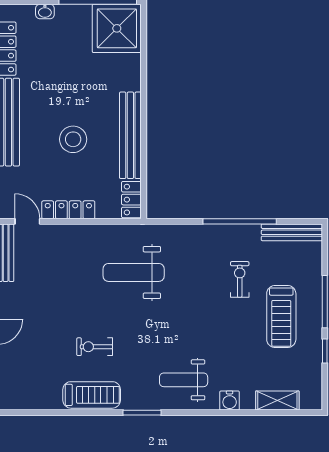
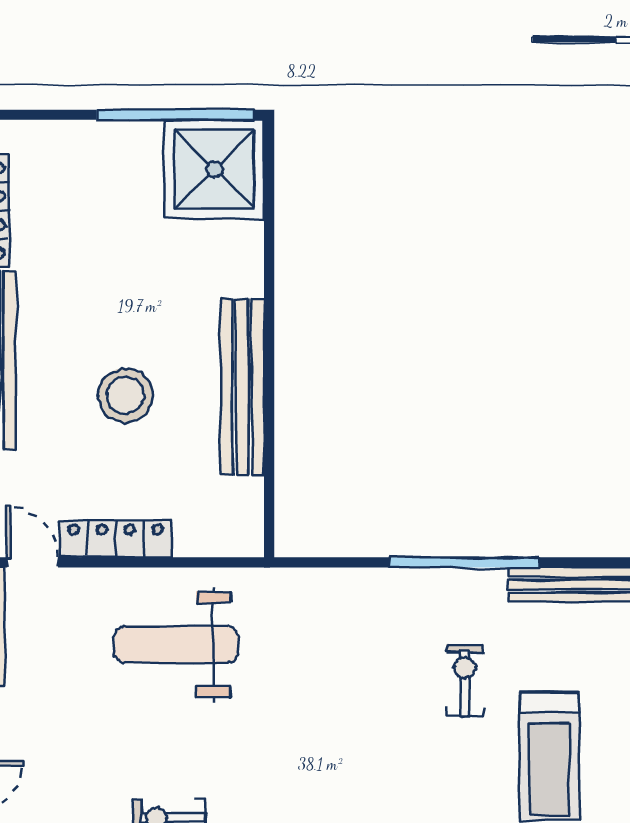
washbasin: (45, 11) -> (68, 135), removed
locker: (131, 200) -> (244, 518), removed
weight bench: (134, 272) -> (176, 645), moved

